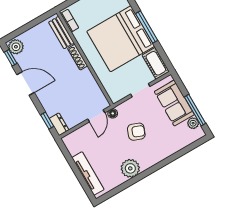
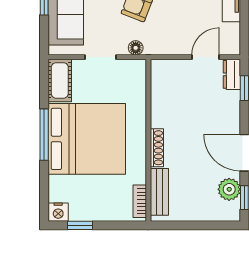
plant: (16, 47) -> (229, 189), moved
floor lamp: (113, 113) -> (136, 48), moved
door: (96, 116) -> (205, 57), moved

